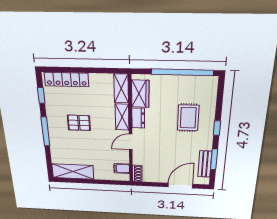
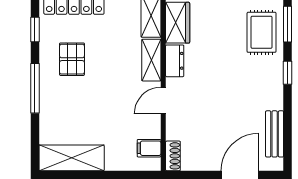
rug: (188, 118) -> (262, 32), moved
pallet: (79, 123) -> (72, 59), moved, turned 90
window: (214, 159) -> (287, 24), moved

